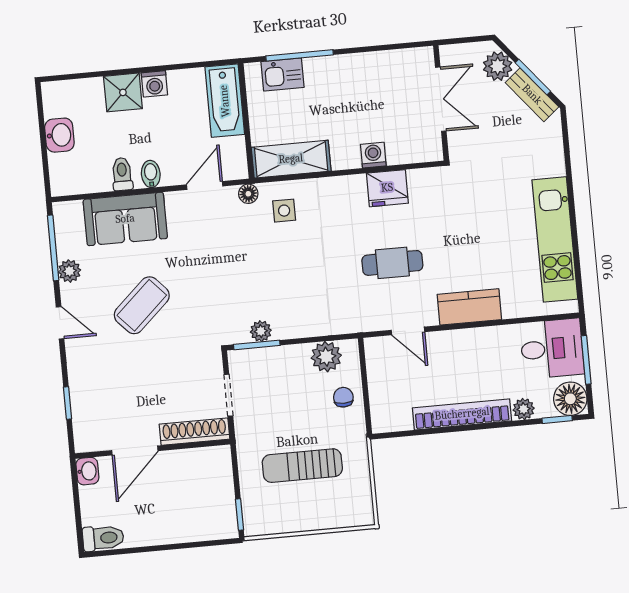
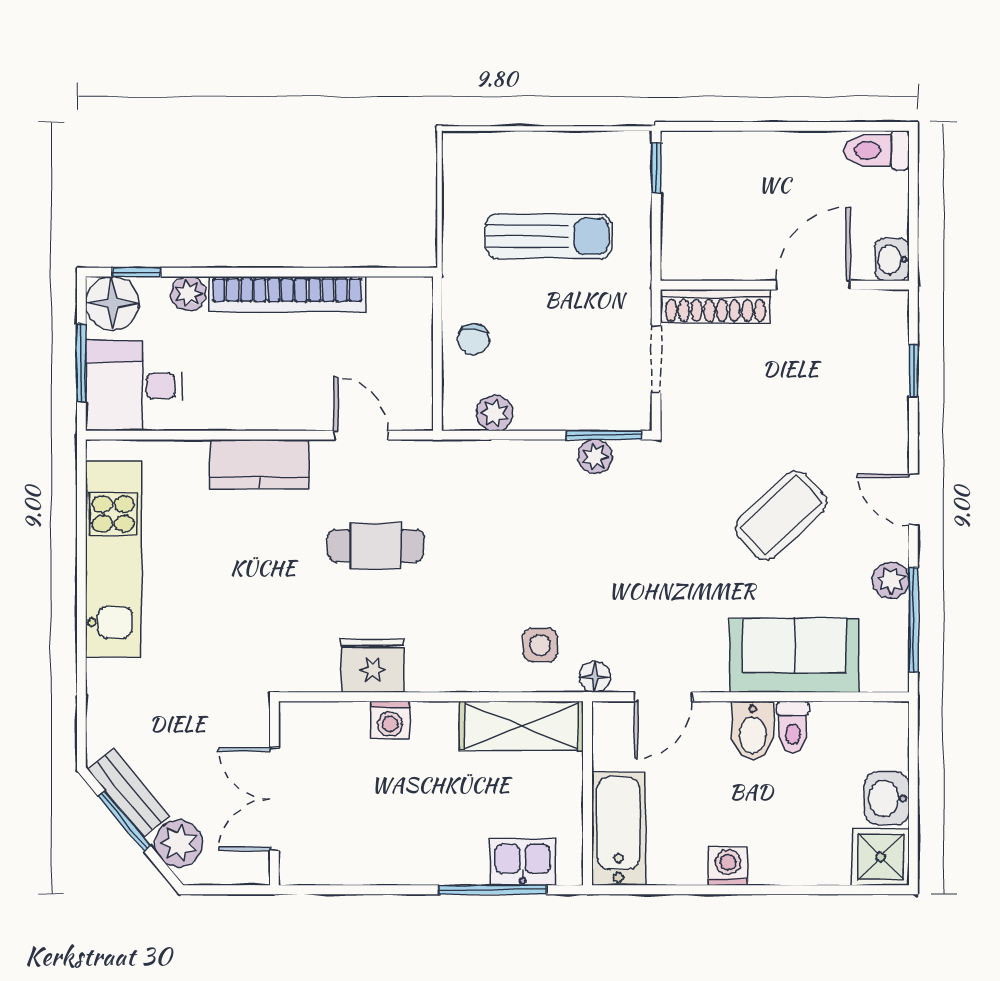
shower: (123, 92) -> (881, 857), moved
bidet: (151, 174) -> (753, 731), width x1.38, depth x1.36
plant: (326, 357) -> (495, 413), width x0.73, depth x0.73

